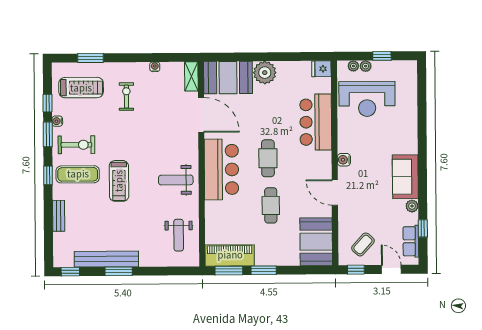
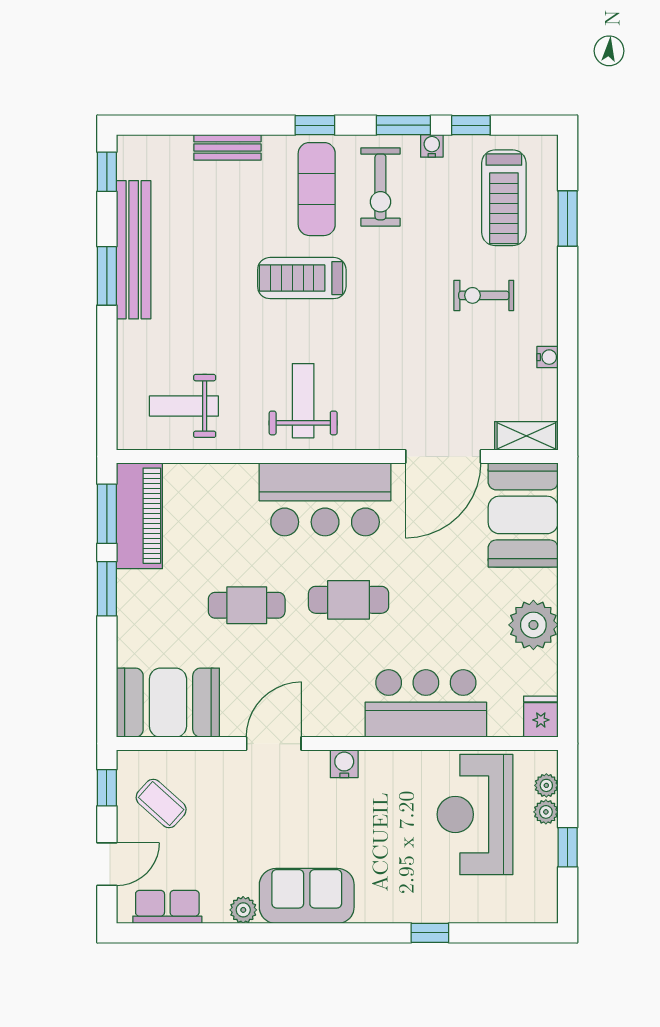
plant: (265, 73) -> (533, 625), moved
exercise bike: (126, 97) -> (484, 295), turned 180
window: (423, 228) -> (430, 933), moved

